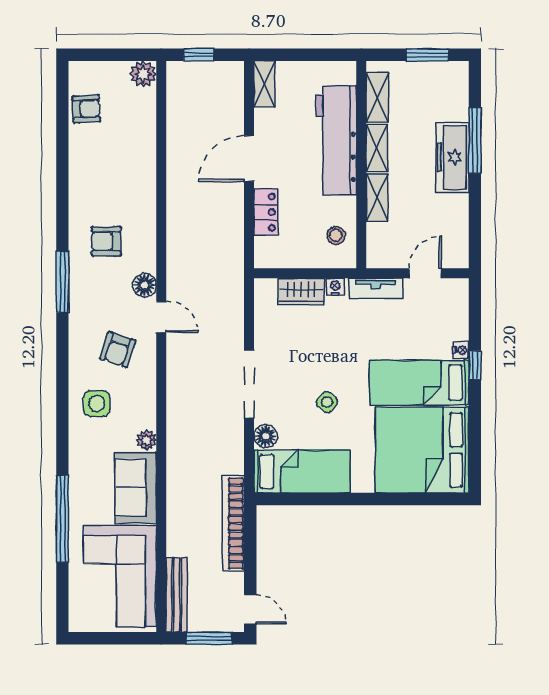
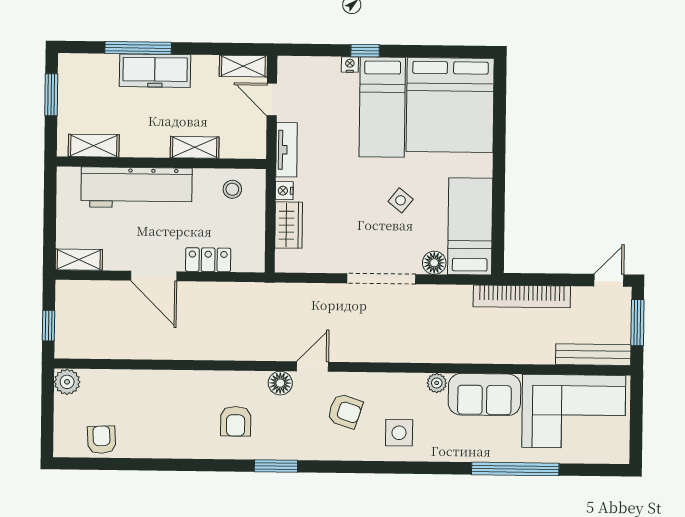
shelving: (377, 148) -> (243, 66), moved
window: (62, 282) -> (276, 466), width x0.69

